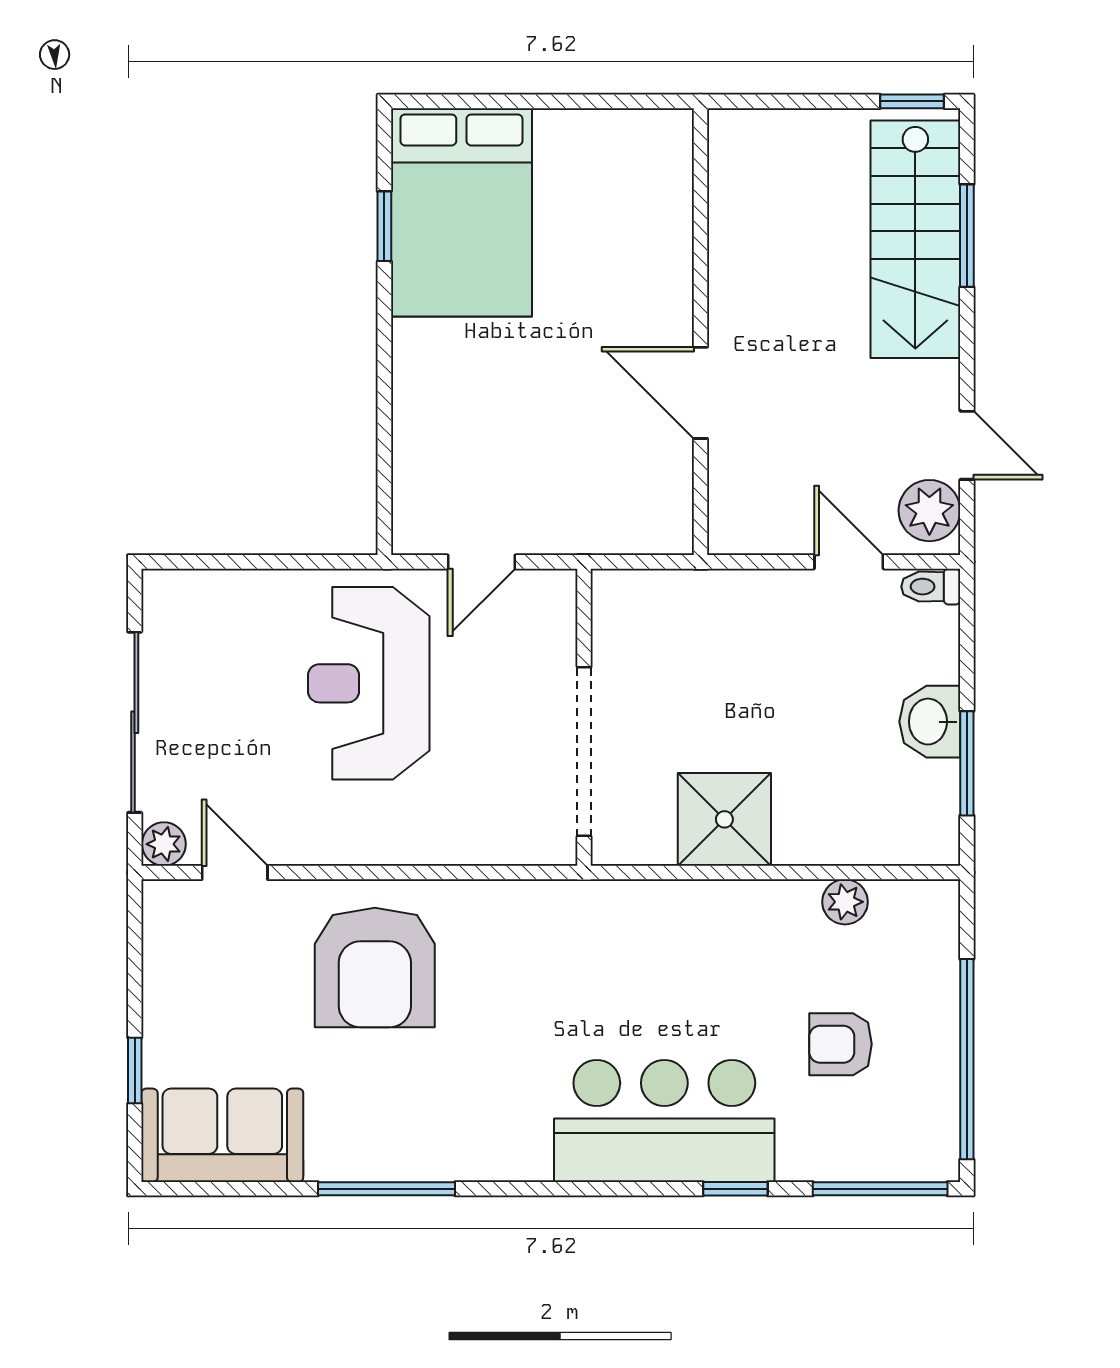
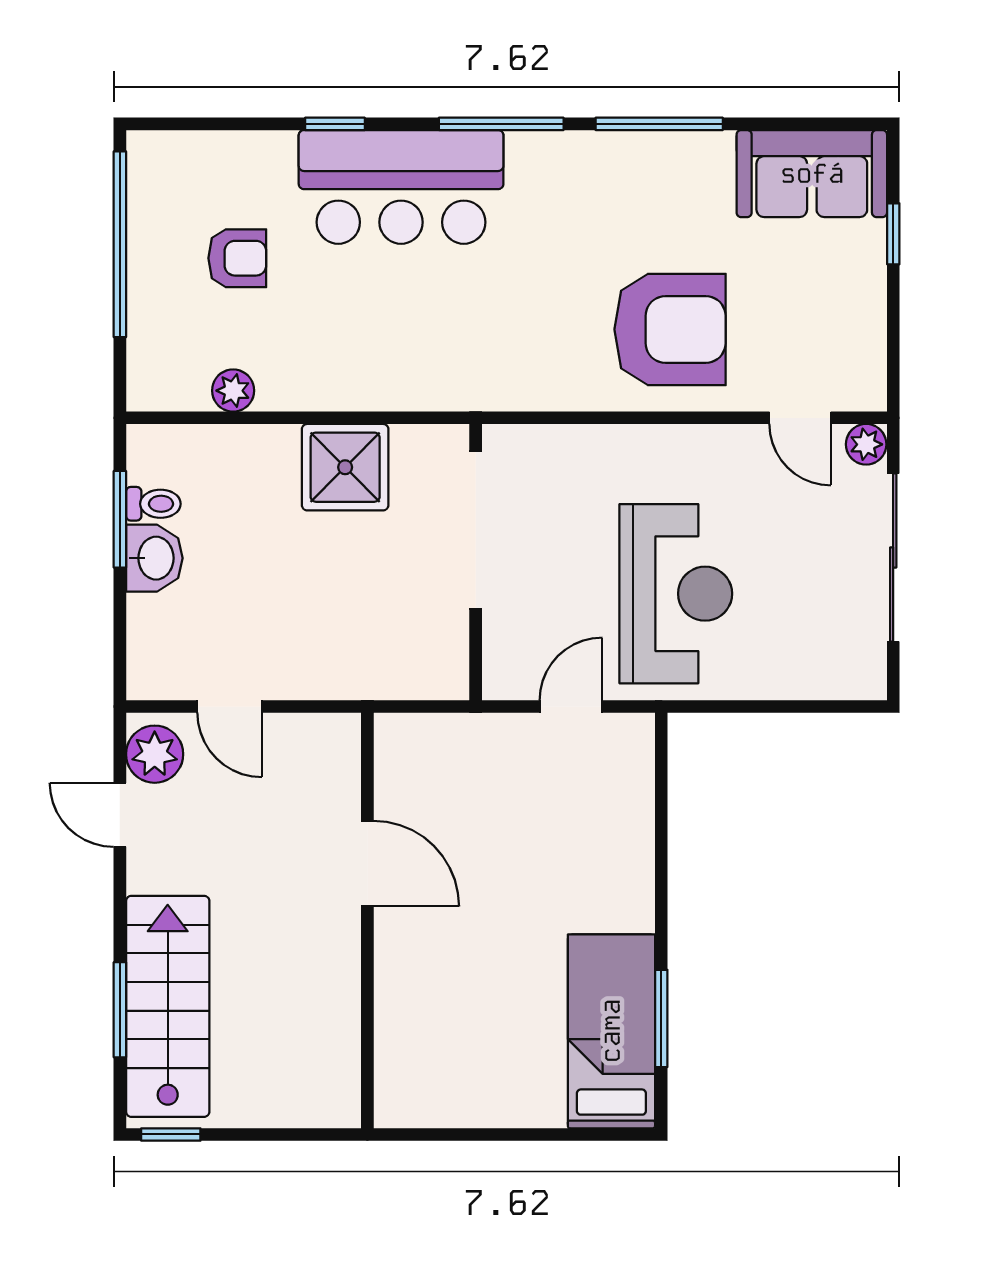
bed: (461, 212) -> (611, 1031), width x0.67
window: (384, 226) -> (661, 1018), width x1.50
toilet: (931, 587) -> (153, 504), moved
armchair: (375, 968) -> (670, 329), turned 90
window: (880, 1189) -> (501, 124), moved

